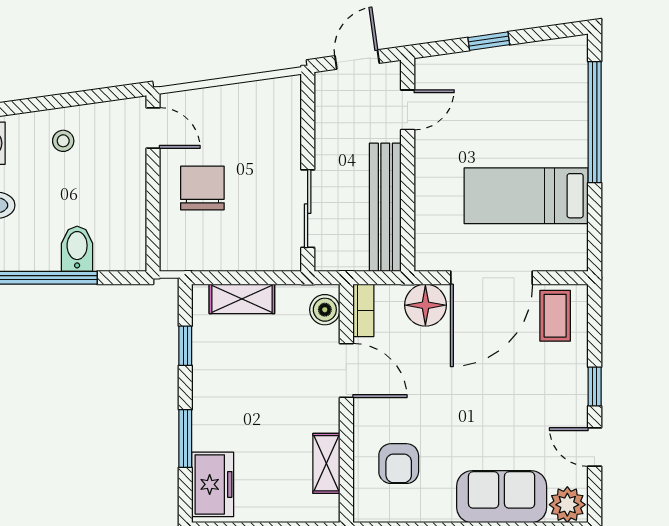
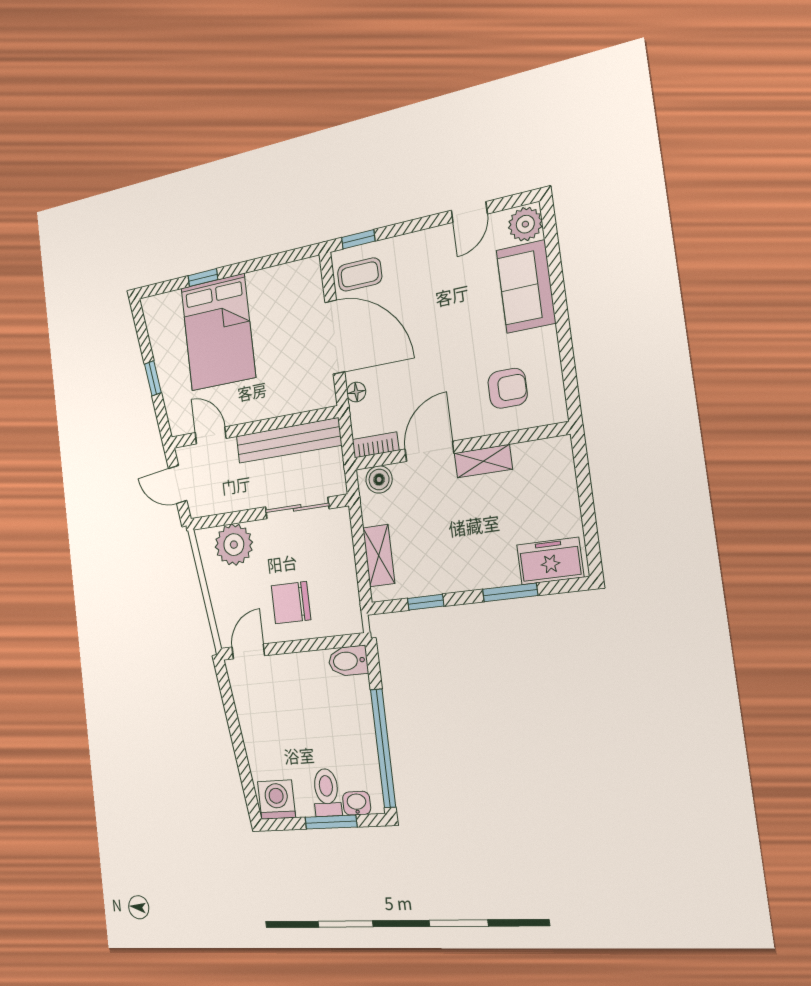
window: (595, 122) -> (203, 278), width x0.32
plant: (277, 124) -> (234, 545), added
stool: (63, 141) -> (267, 729), removed
bed: (526, 196) -> (218, 332), moved, width x1.50
bidet: (77, 249) -> (348, 661), moved
floor lamp: (425, 305) -> (356, 392), width x0.53, depth x0.53
window: (595, 387) -> (358, 239), moved
shelving: (326, 463) -> (483, 461), moved

